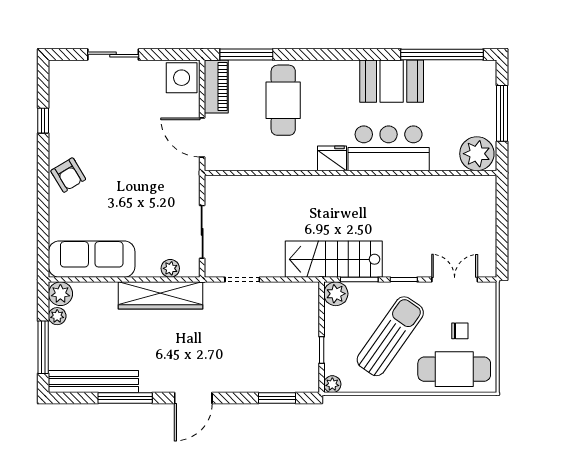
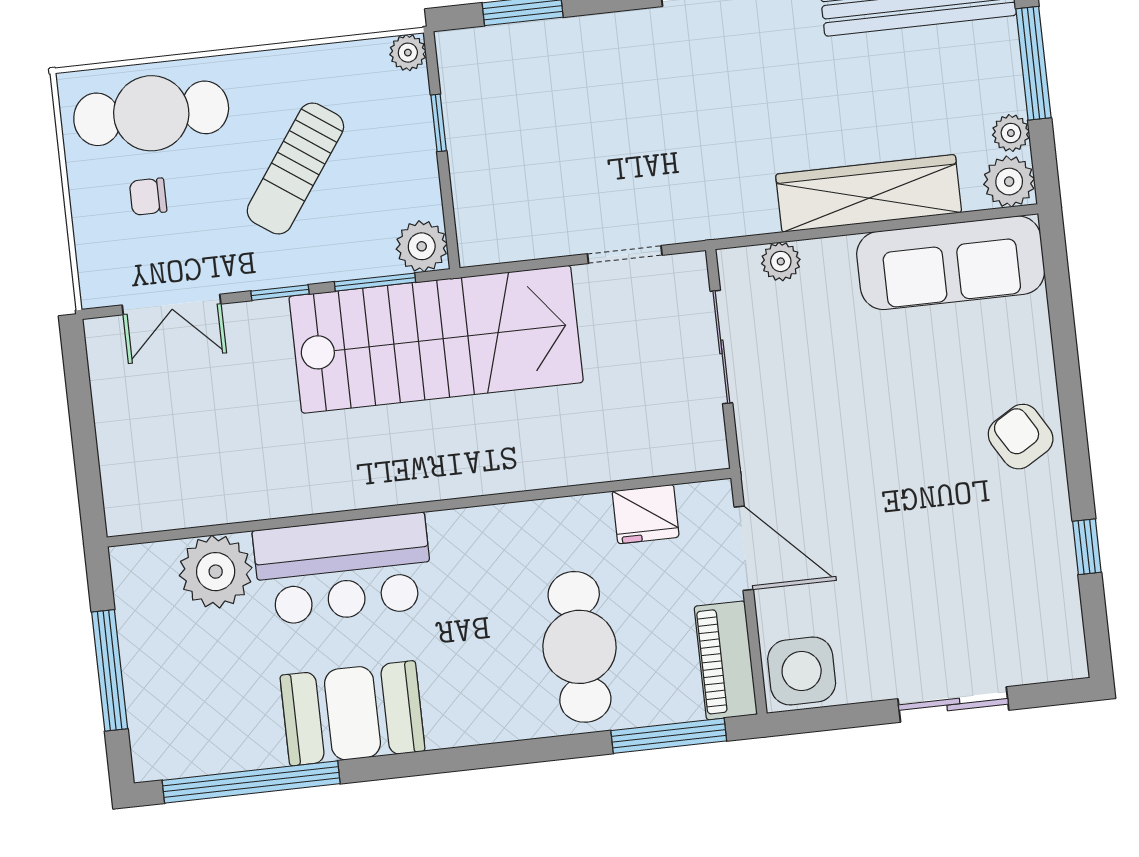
plant: (477, 154) -> (216, 572), moved
fridge: (332, 158) -> (646, 514), moved
stairs: (334, 259) -> (436, 339), width x1.36, depth x1.51
wardrobe: (161, 295) -> (869, 193), moved
sun lounger: (390, 336) -> (295, 169), width x0.73, depth x0.75

